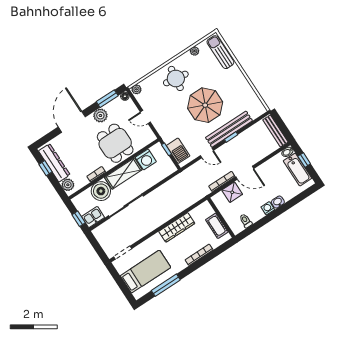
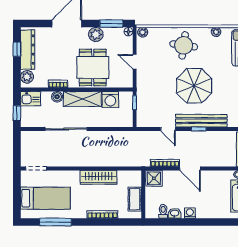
barbecue: (178, 151) -> (144, 110), removed
boiler: (101, 191) -> (57, 97), width x0.54, depth x0.54
shower: (232, 192) -> (154, 178), moved
washbasin: (278, 202) -> (175, 213), moved
kitchen sink: (93, 217) -> (31, 99), moved, turned 180

